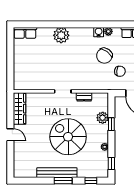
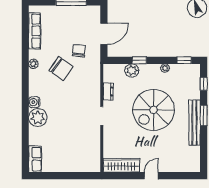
water cooler: (99, 32) -> (34, 102), moved

